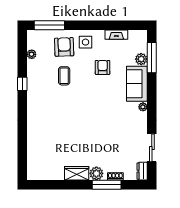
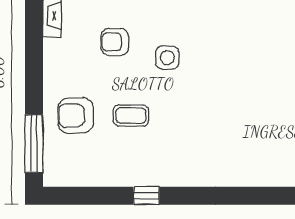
side table: (85, 42) -> (167, 58), moved
plant: (32, 54) -> (90, 178), removed

